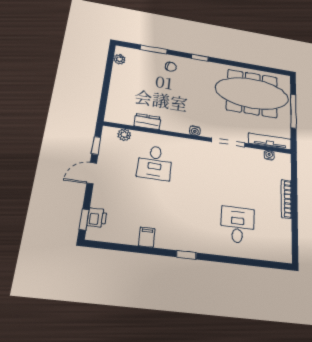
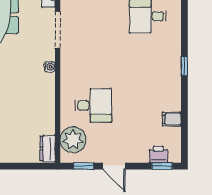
dresser: (147, 122) -> (48, 149), moved
plant: (124, 135) -> (73, 140), width x1.87, depth x1.87
filing cabinet: (147, 237) -> (172, 119), moved

